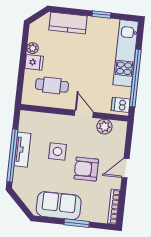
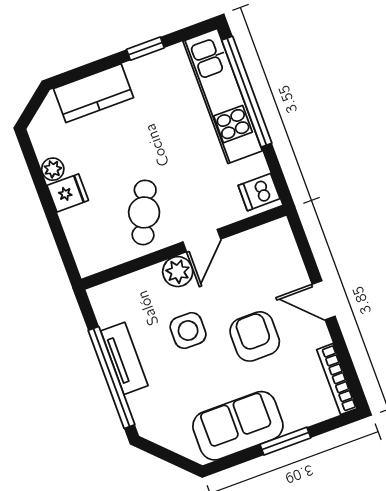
window: (135, 78) -> (247, 92), moved
cafe table: (52, 85) -> (144, 212), moved, turned -67
door: (84, 114) -> (202, 241), swing flipped
plant: (104, 127) -> (178, 272), moved
door: (125, 168) -> (324, 300), hinge flipped
armchair: (86, 169) -> (255, 336), turned 90

